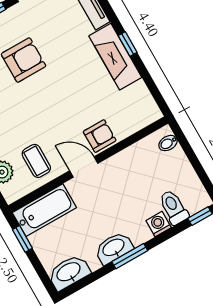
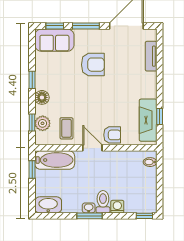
window: (128, 44) -> (160, 116), moved
fireplace: (115, 57) -> (148, 120), moved
toilet: (173, 207) -> (103, 202), moved
washbasin: (114, 248) -> (89, 208), width x0.52, depth x0.69

